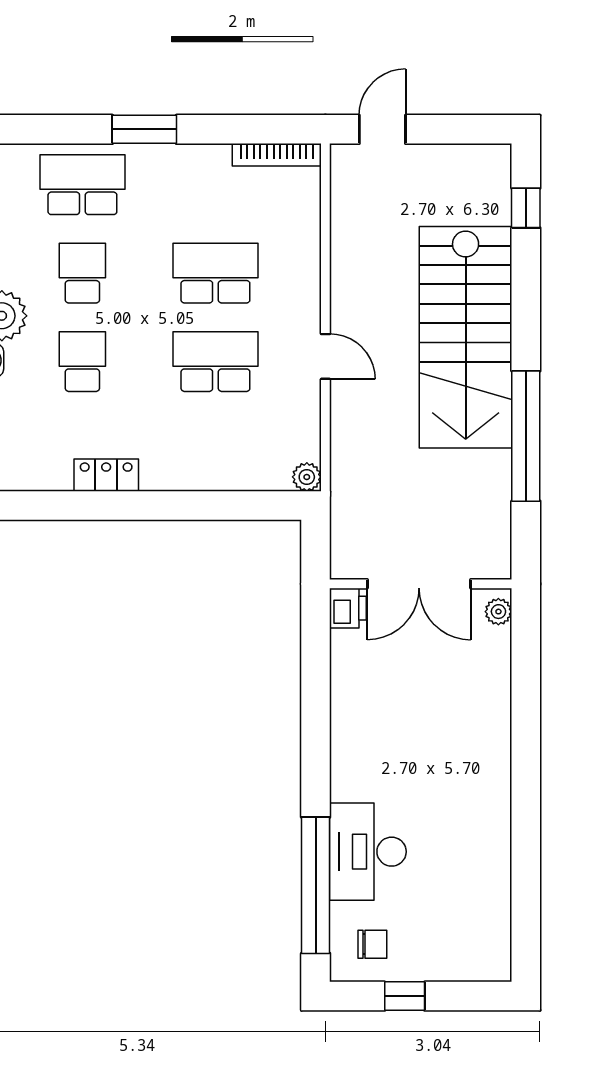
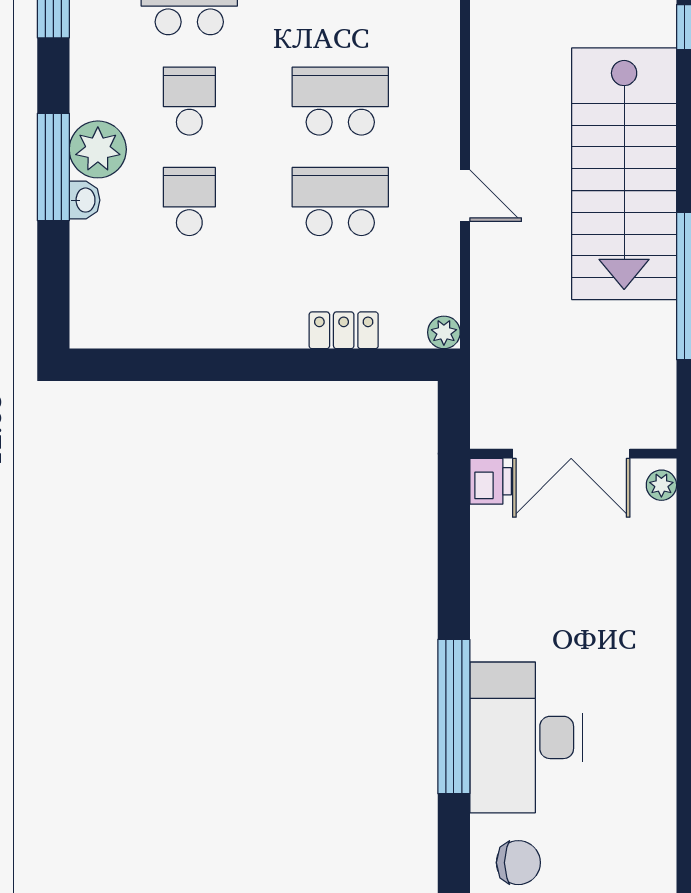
locker: (106, 475) -> (344, 330), moved
desk: (368, 852) -> (526, 737), width x1.36, depth x1.30
window: (316, 885) -> (454, 717), moved
chair: (372, 944) -> (518, 863), width x1.37, depth x1.37

